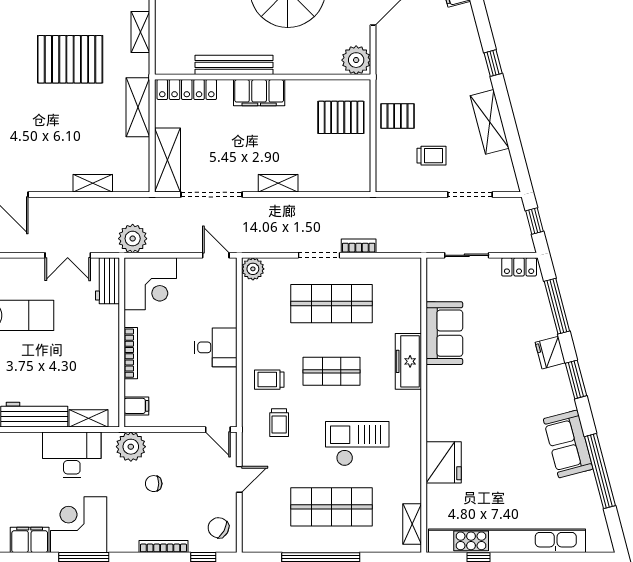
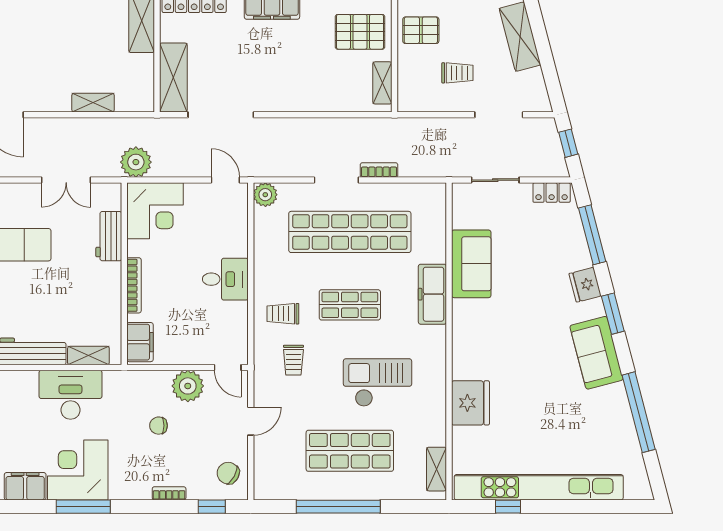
shelving: (278, 183) -> (382, 83), moved, turned 90
workbench: (107, 281) -> (109, 236), moved
shop shelf: (331, 304) -> (350, 232), width x1.40
filing cabinet: (136, 406) -> (140, 342), width x2.00
sofa: (568, 444) -> (597, 353), moved
plant: (131, 447) -> (188, 386), moved
bookcase: (163, 546) -> (169, 493), width x0.64

